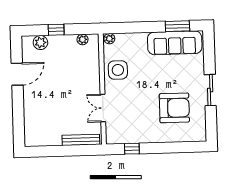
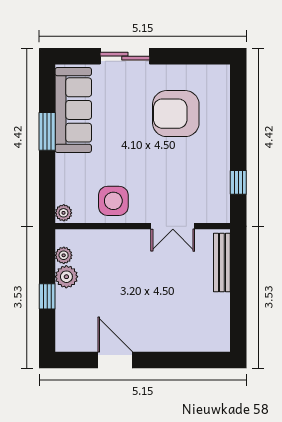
window: (177, 26) -> (47, 131), moved
plant: (40, 43) -> (66, 277), moved
sliding door: (210, 90) -> (125, 56), moved
armchair: (174, 108) -> (176, 114), turned -90

